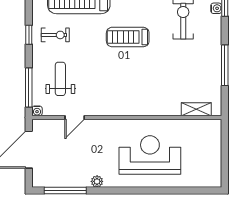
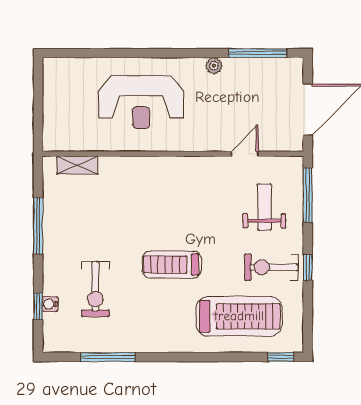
exercise bike: (55, 35) -> (271, 267), width x1.38, depth x1.39
treadmill: (128, 37) -> (172, 265), turned 180
weight bench: (60, 79) -> (264, 207), turned 180
water cooler: (37, 111) -> (296, 163), removed

